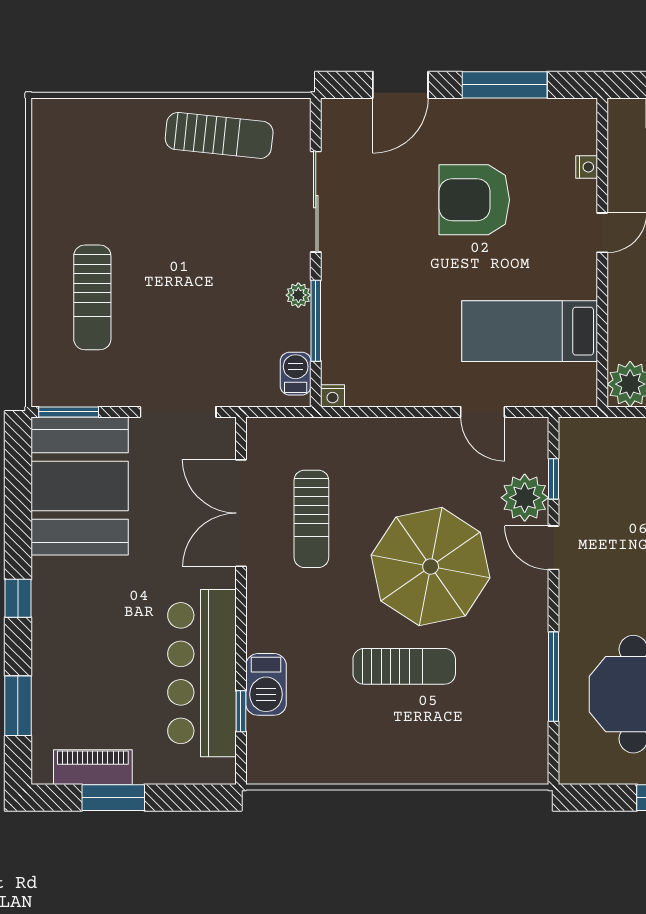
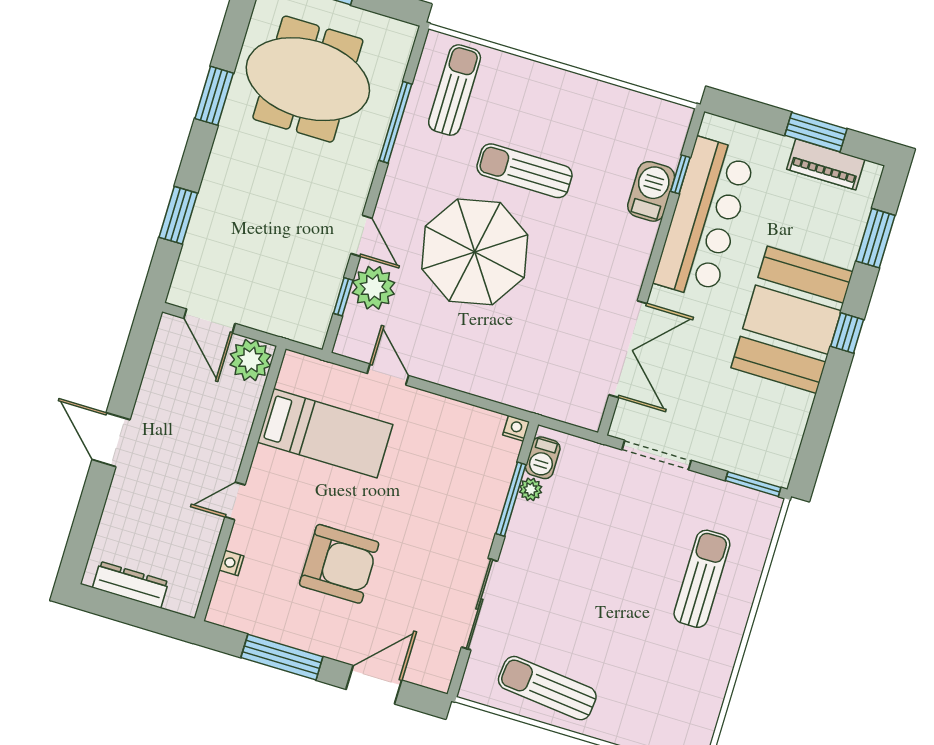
plant: (298, 295) -> (531, 489), moved
booth: (80, 486) -> (792, 320), moved
sun lounger: (311, 519) -> (455, 90), moved

